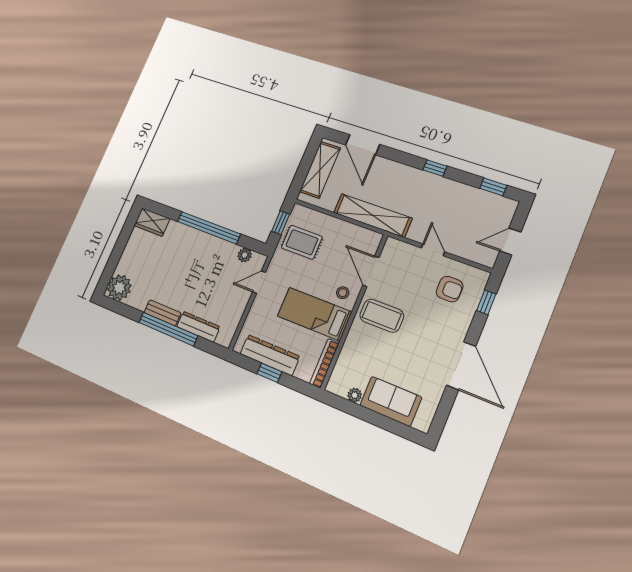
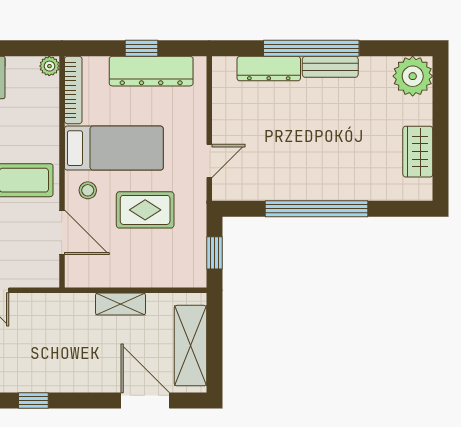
shelving: (373, 215) -> (120, 304), width x0.45, depth x0.75
wardrobe: (152, 222) -> (418, 152), moved, turned -90
rug: (302, 242) -> (145, 210), moved
plant: (245, 255) -> (246, 190), removed
plant: (355, 395) -> (49, 66), moved

